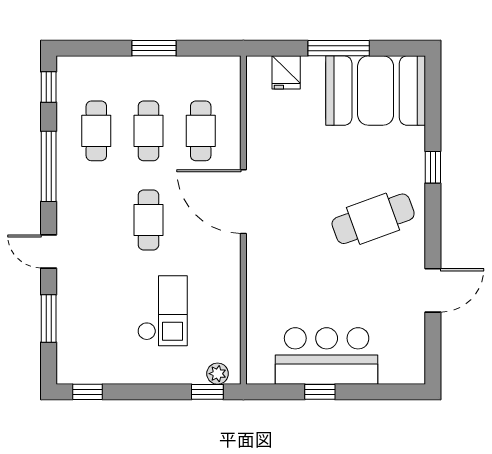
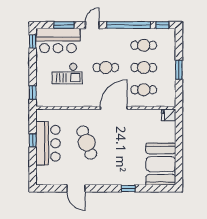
window: (339, 48) -> (179, 148), removed
fridge: (286, 72) -> (169, 115), moved
window: (49, 166) -> (129, 25), width x1.46
cafe table: (373, 219) -> (87, 143), moved
bar counter: (85, 332) -> (58, 41), added
plant: (218, 374) -> (40, 97), removed

